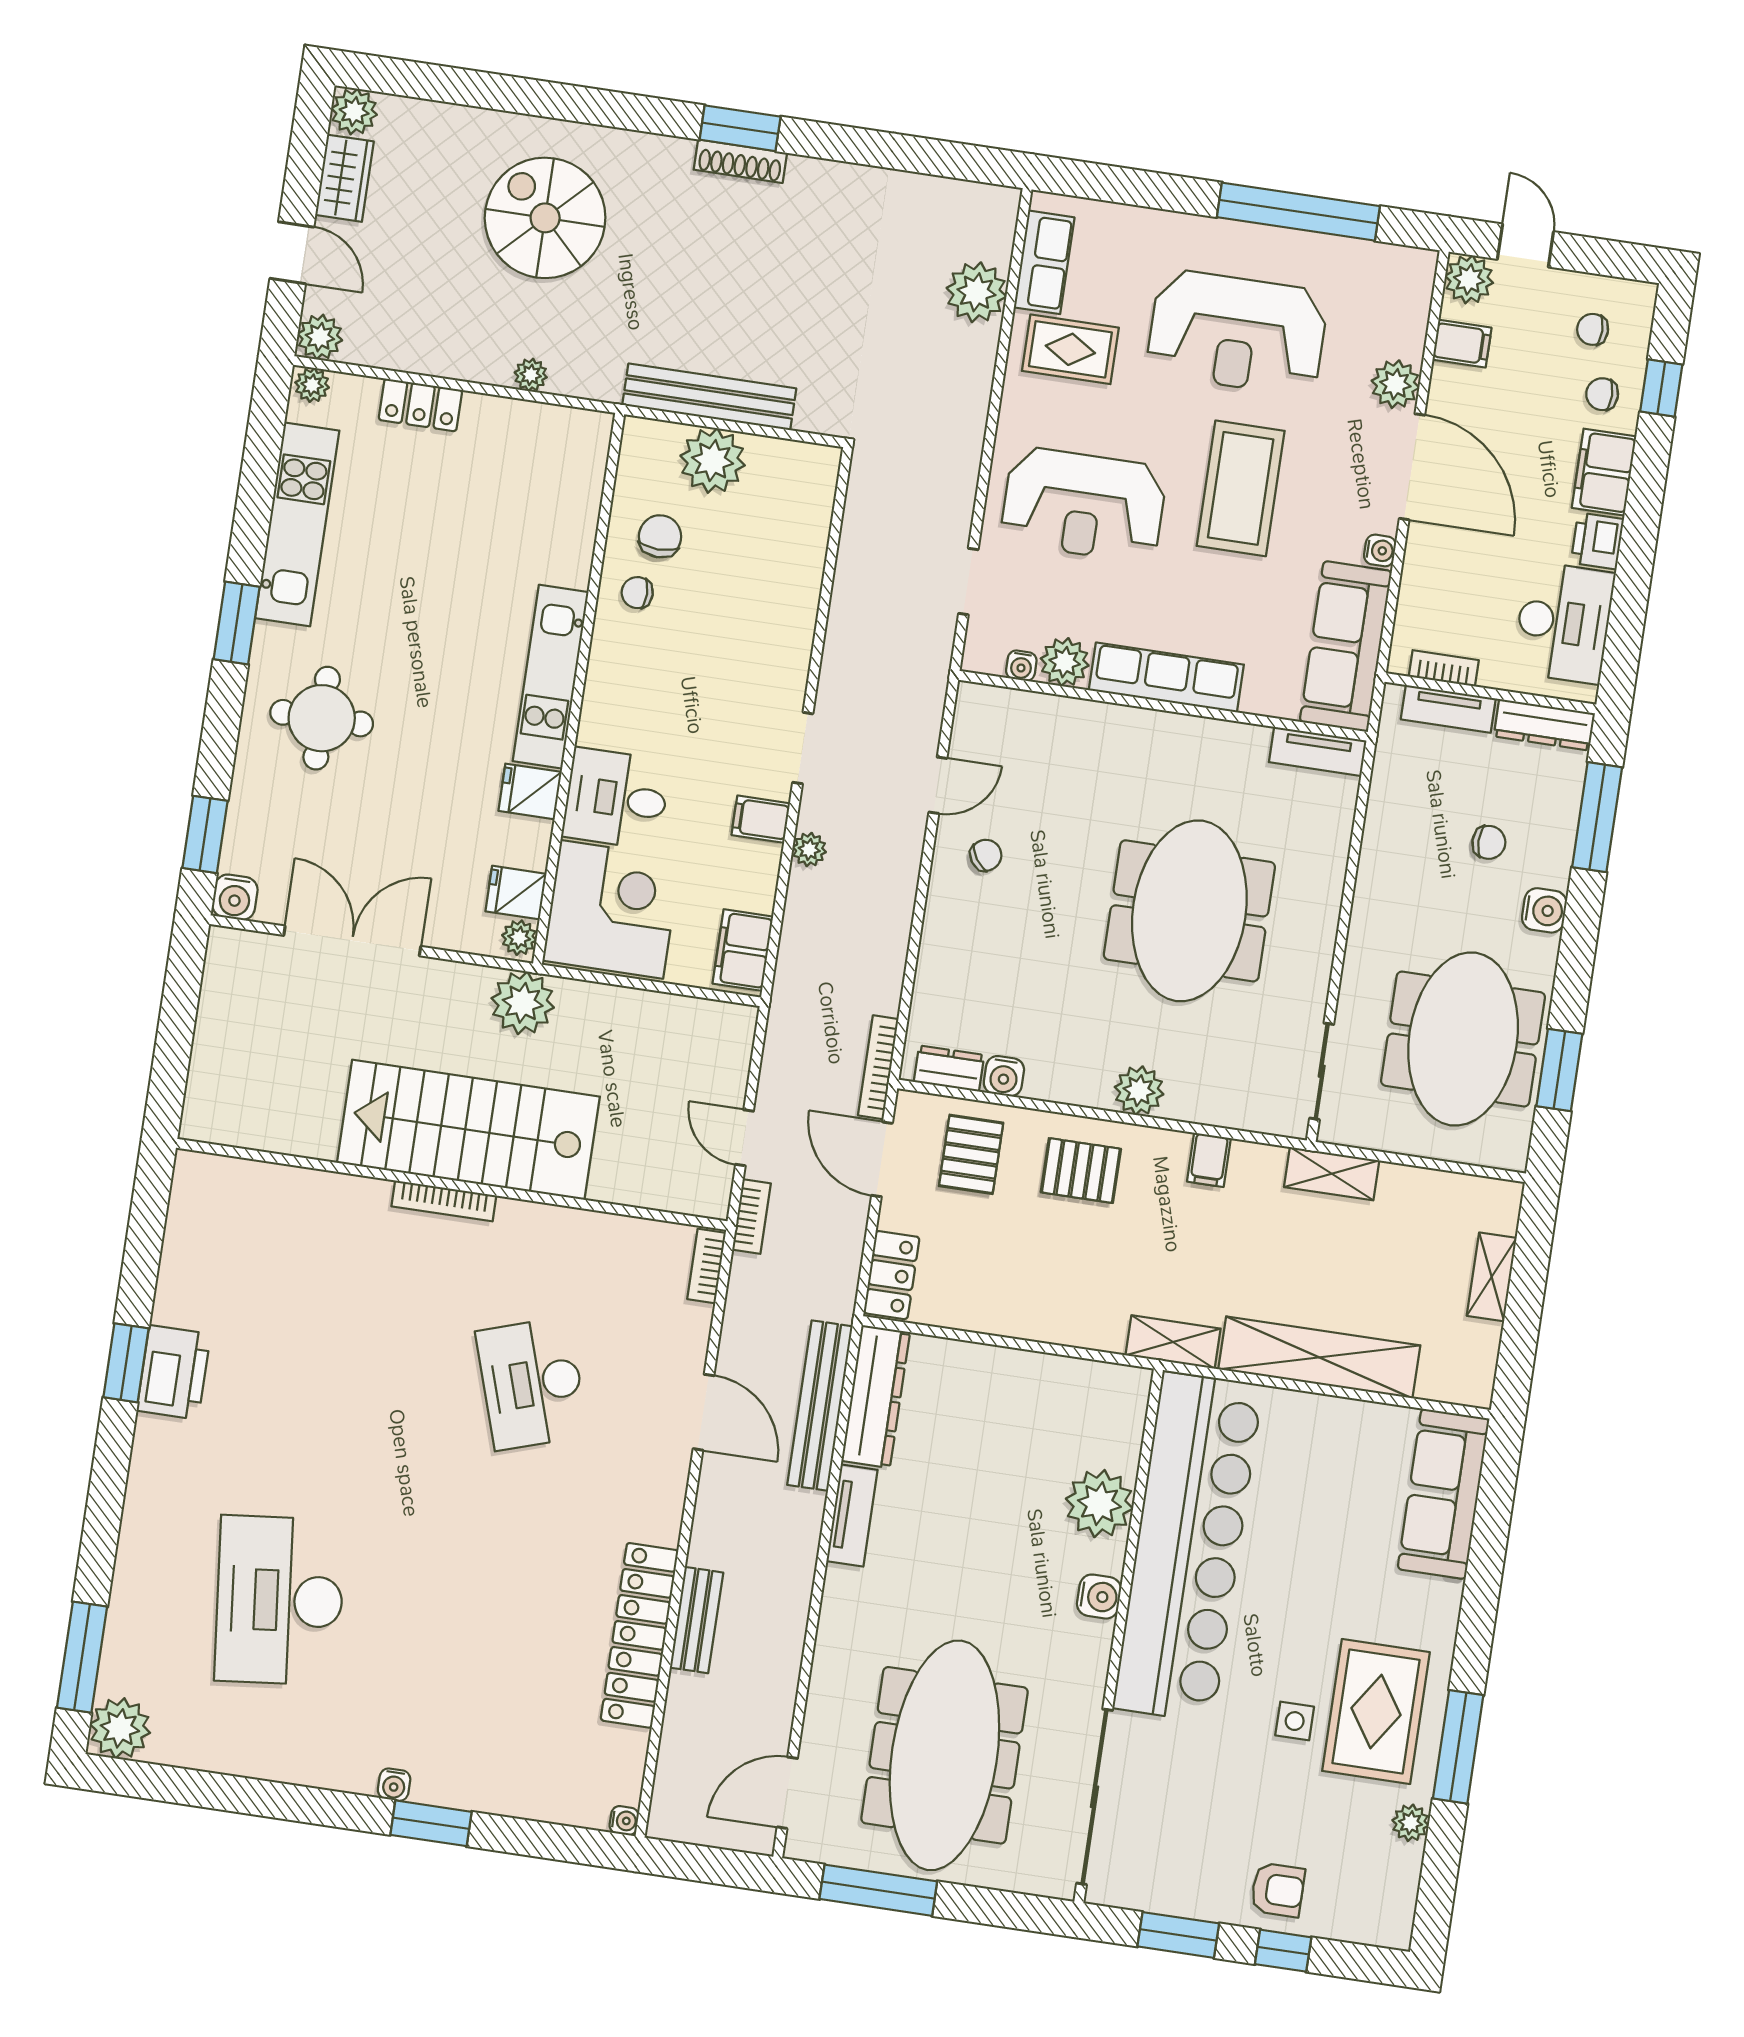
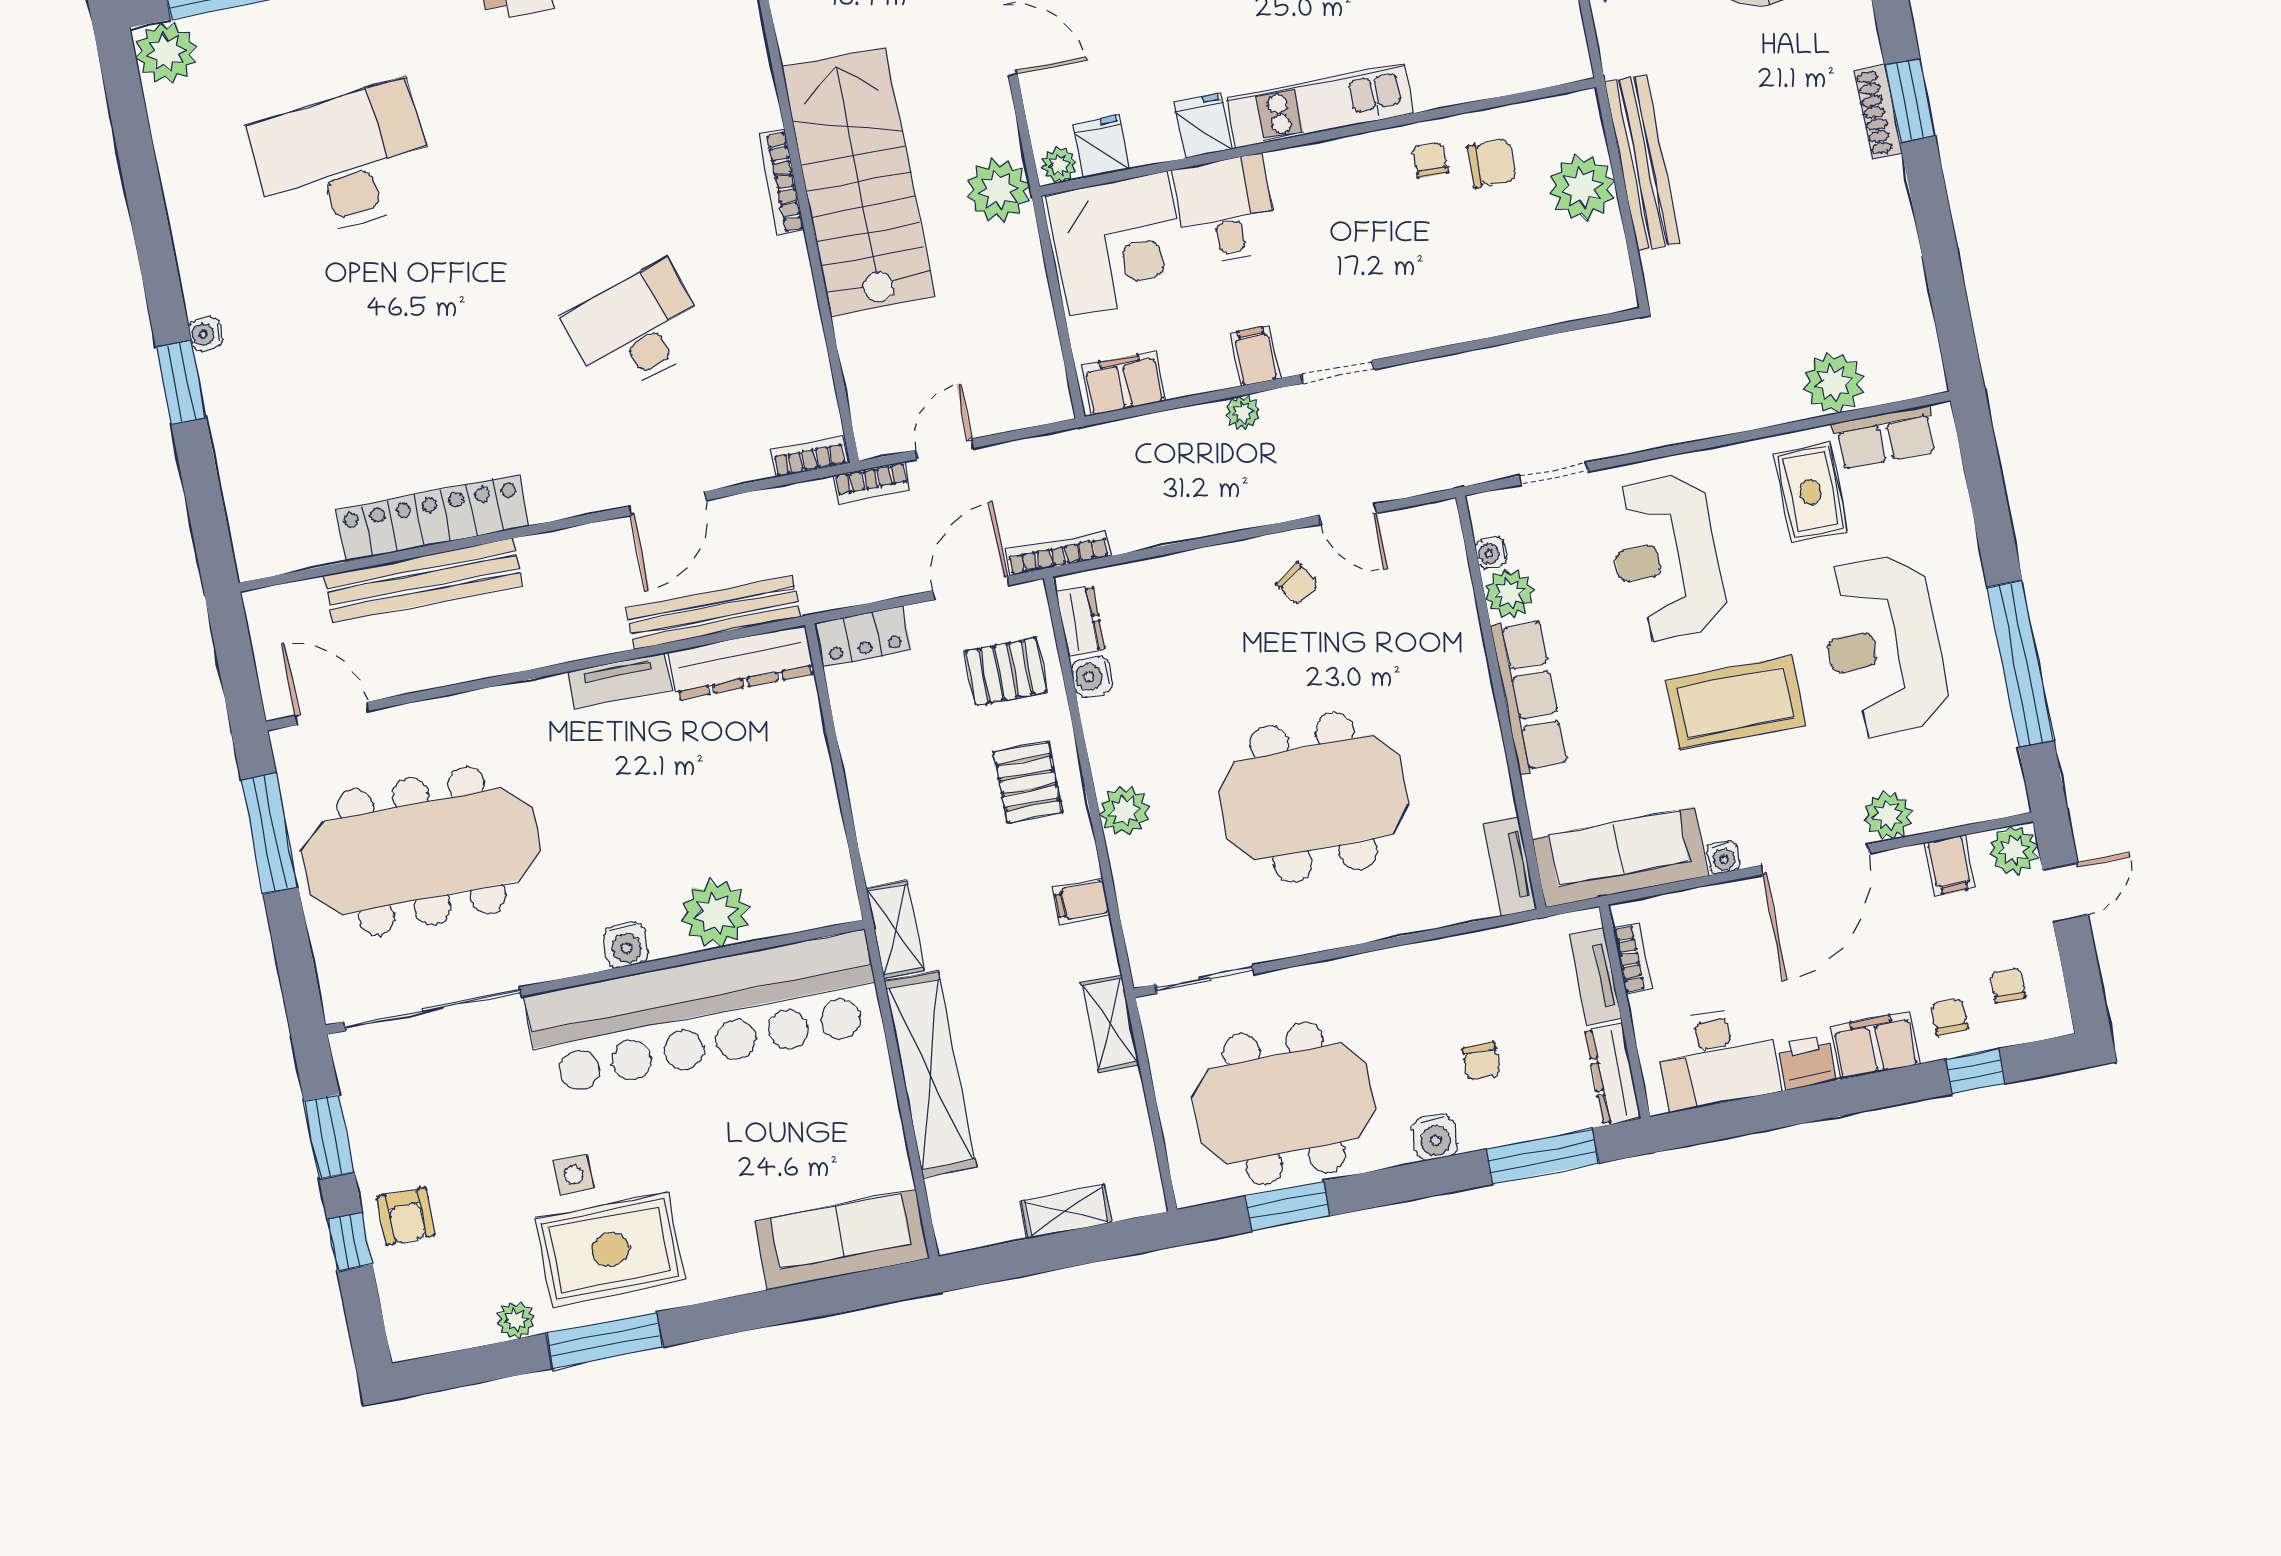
bench: (696, 1620) -> (423, 580), width x1.86, depth x1.21
water cooler: (624, 1821) -> (250, 567), removed

